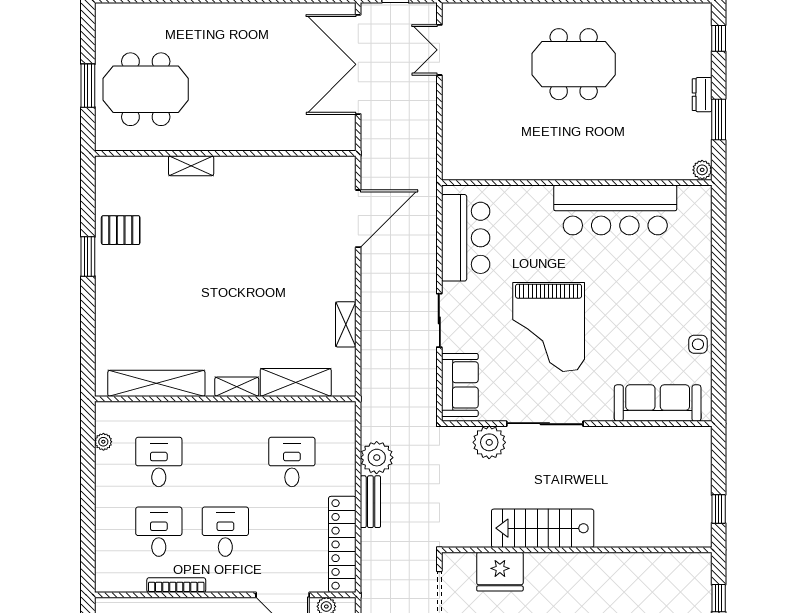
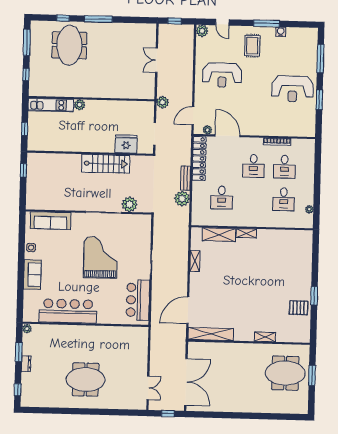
shelving: (156, 383) -> (211, 334), moved
sofa: (460, 385) -> (32, 275), moved, turned 180

